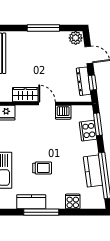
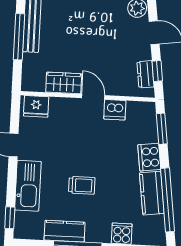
dresser: (84, 81) -> (146, 74), width x0.70
cooker: (88, 131) -> (149, 157), moved

